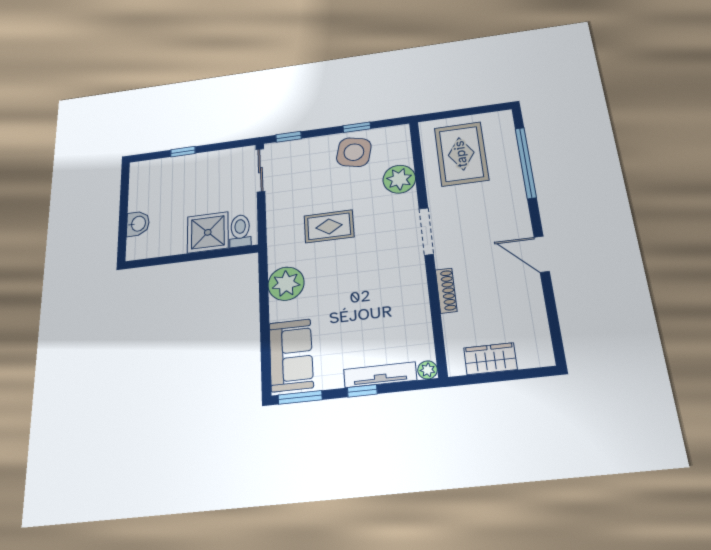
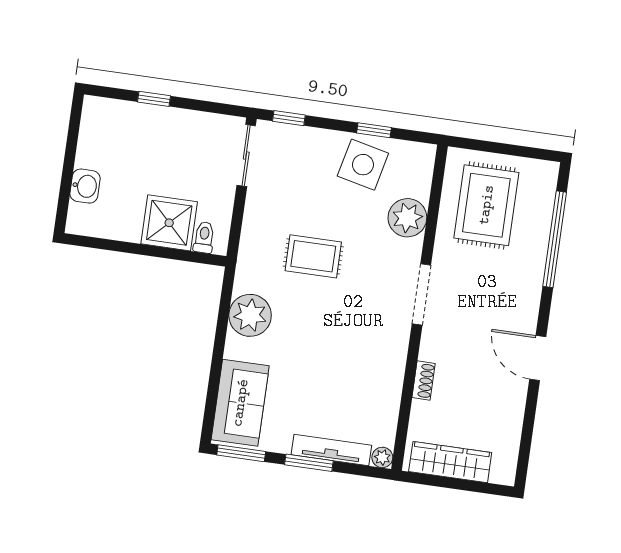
toilet: (240, 231) -> (204, 237), width x0.73, depth x0.72
shoe rack: (446, 291) -> (424, 381), width x0.70
wardrobe: (490, 359) -> (450, 462), width x1.50
window: (362, 391) -> (309, 463), width x1.50

